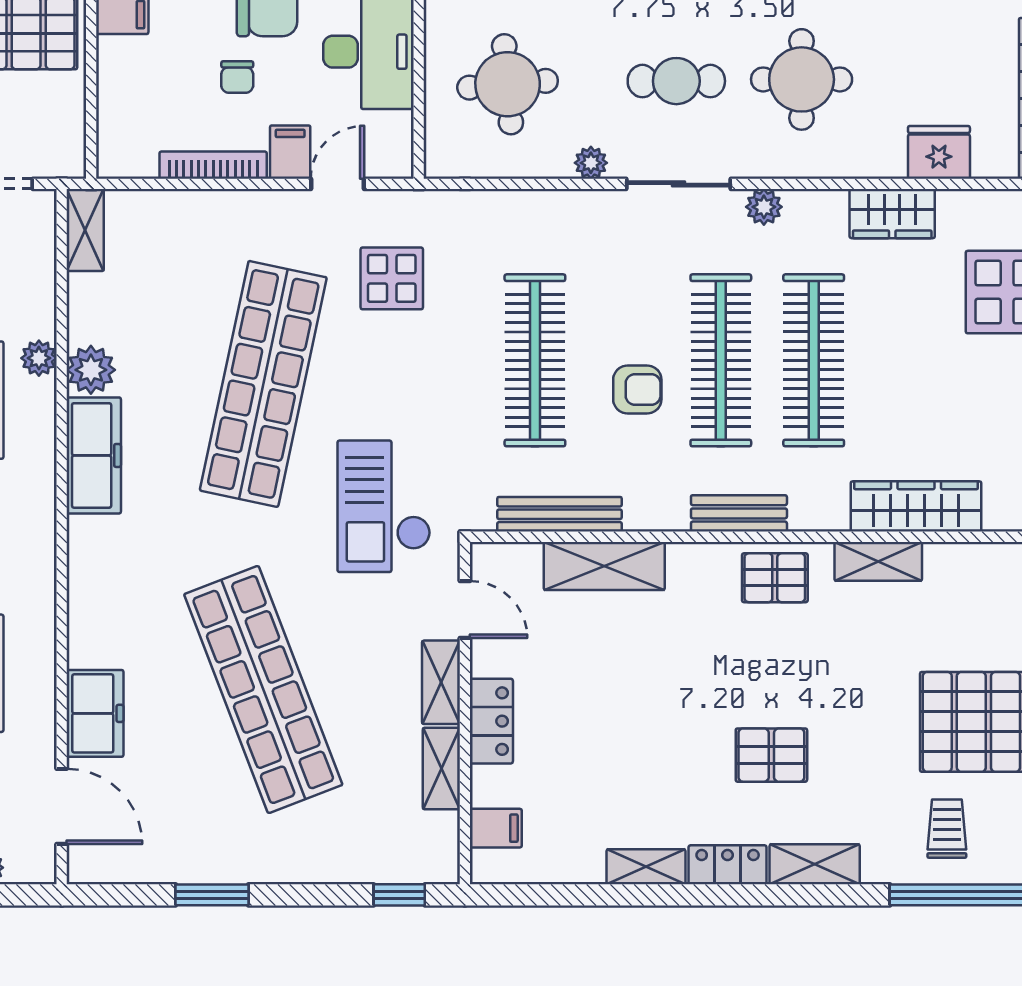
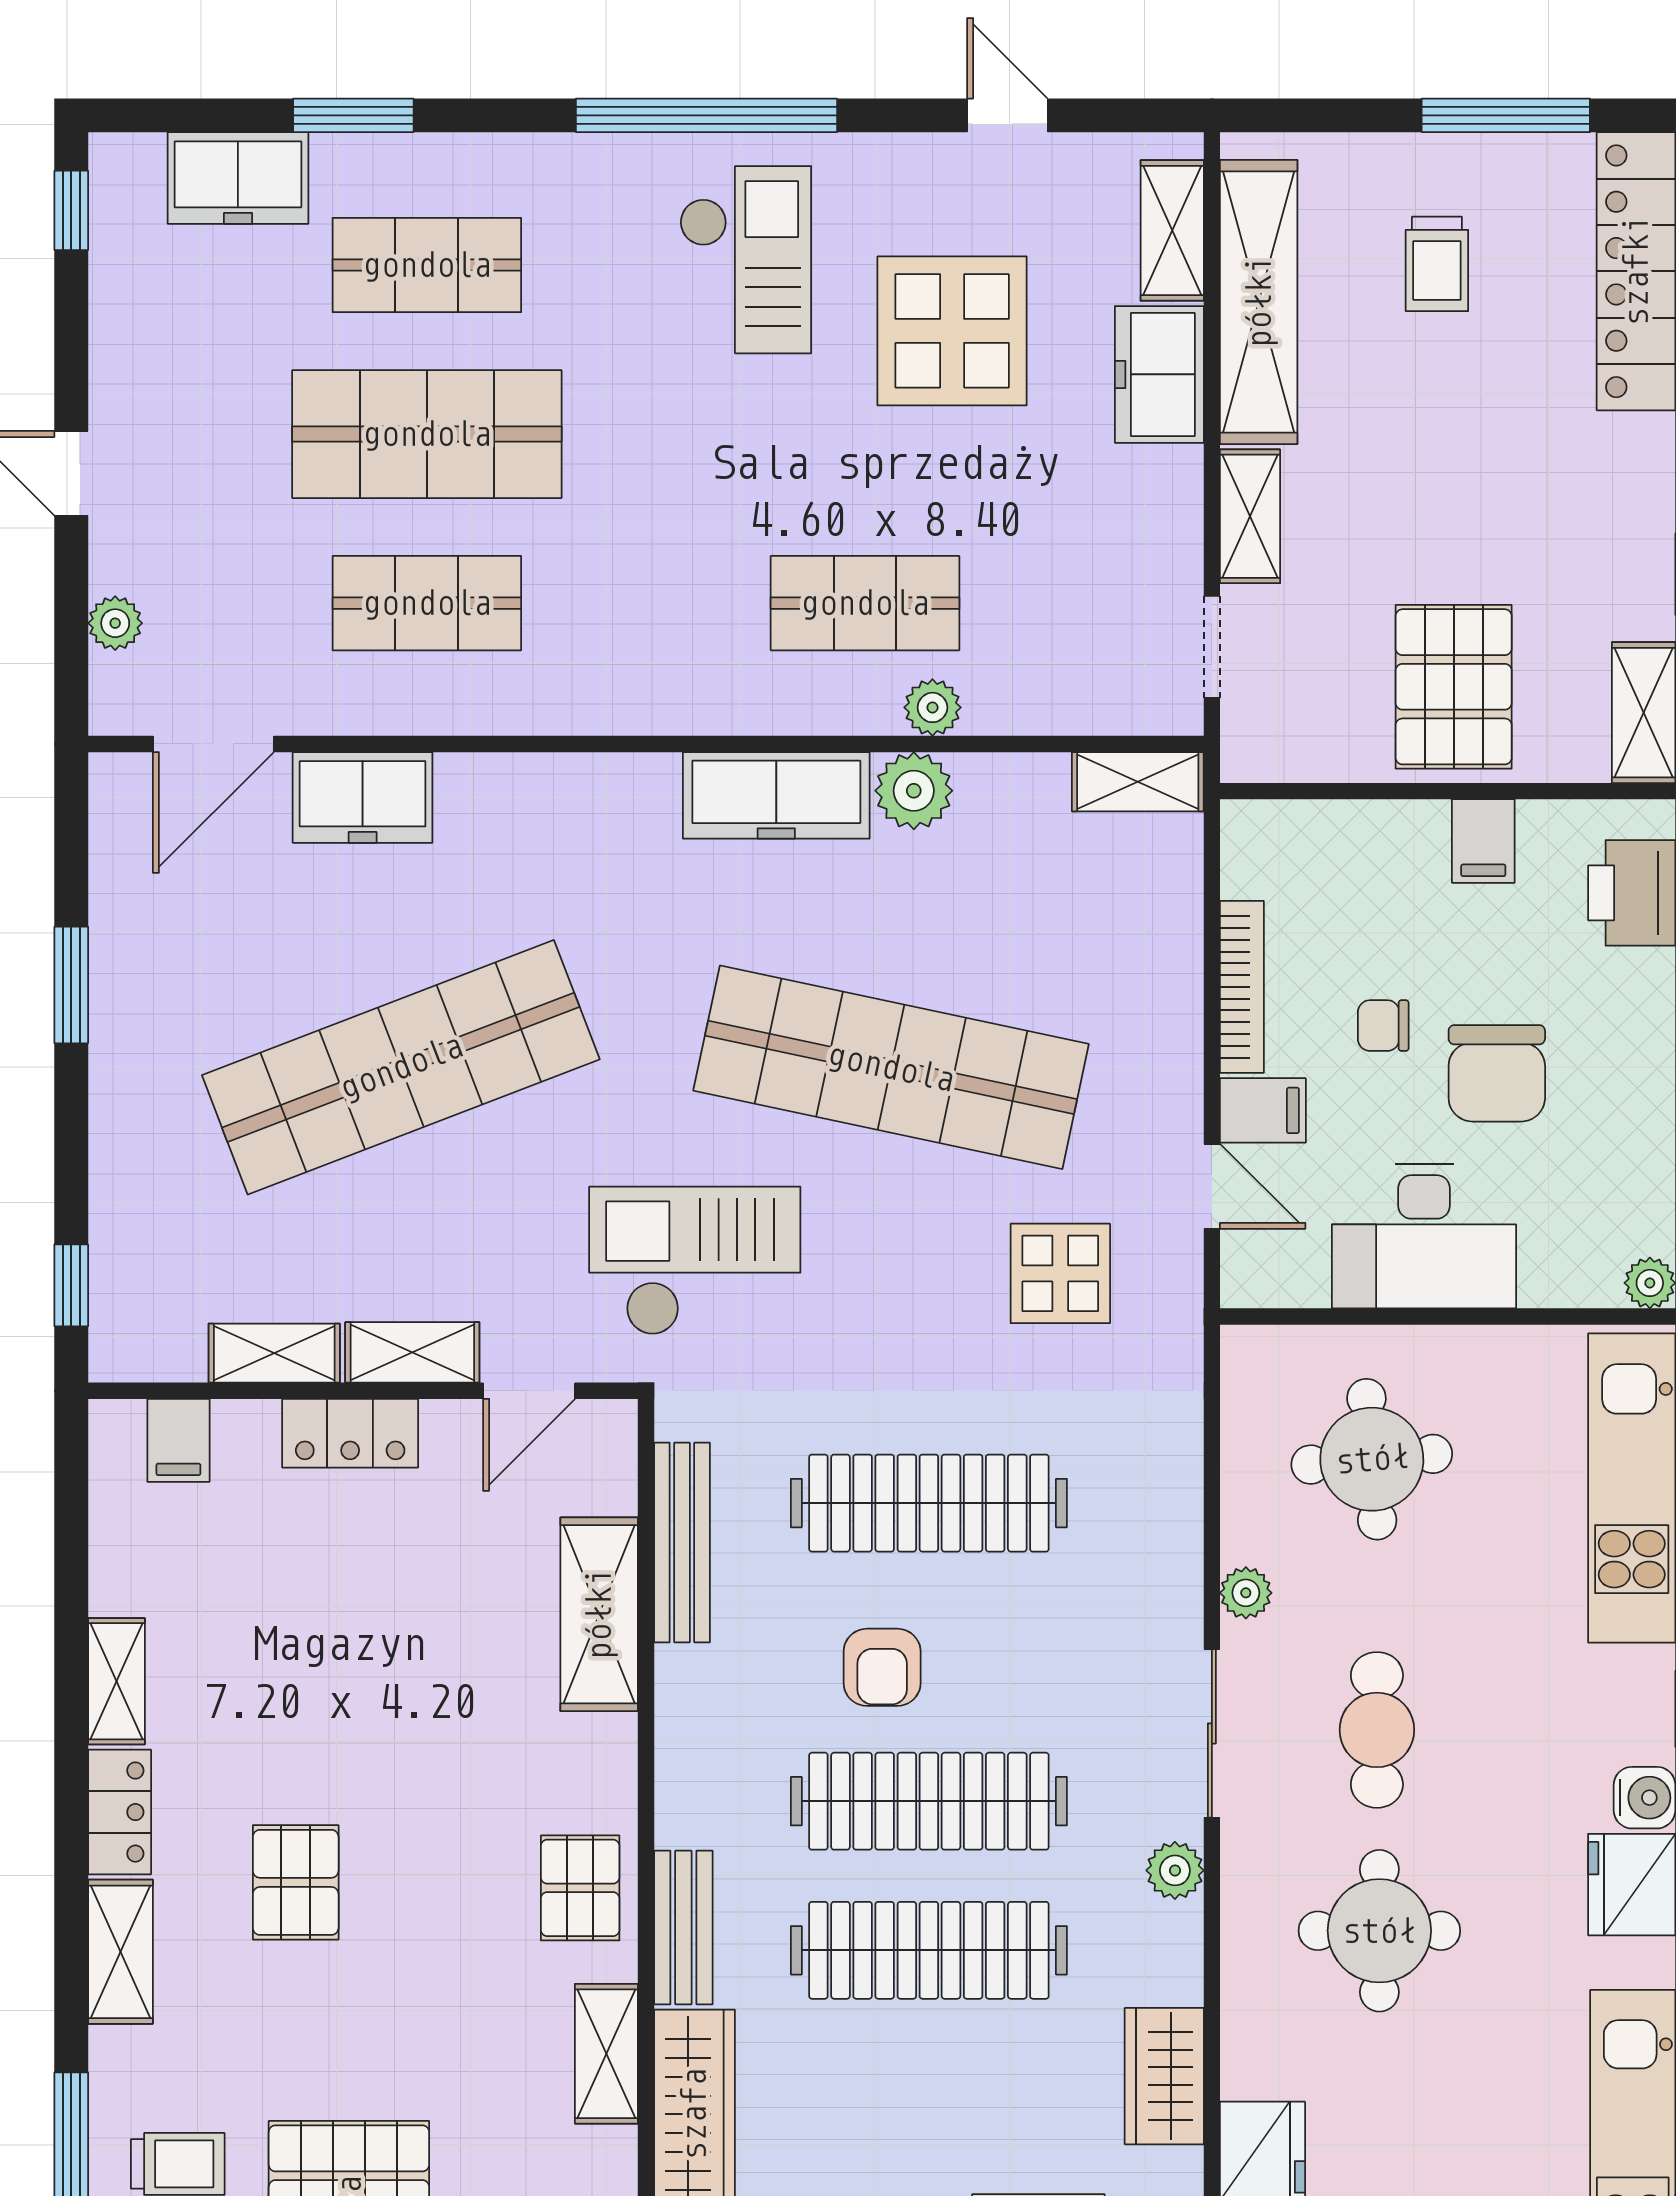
bench: (739, 513) -> (683, 1927), moved

